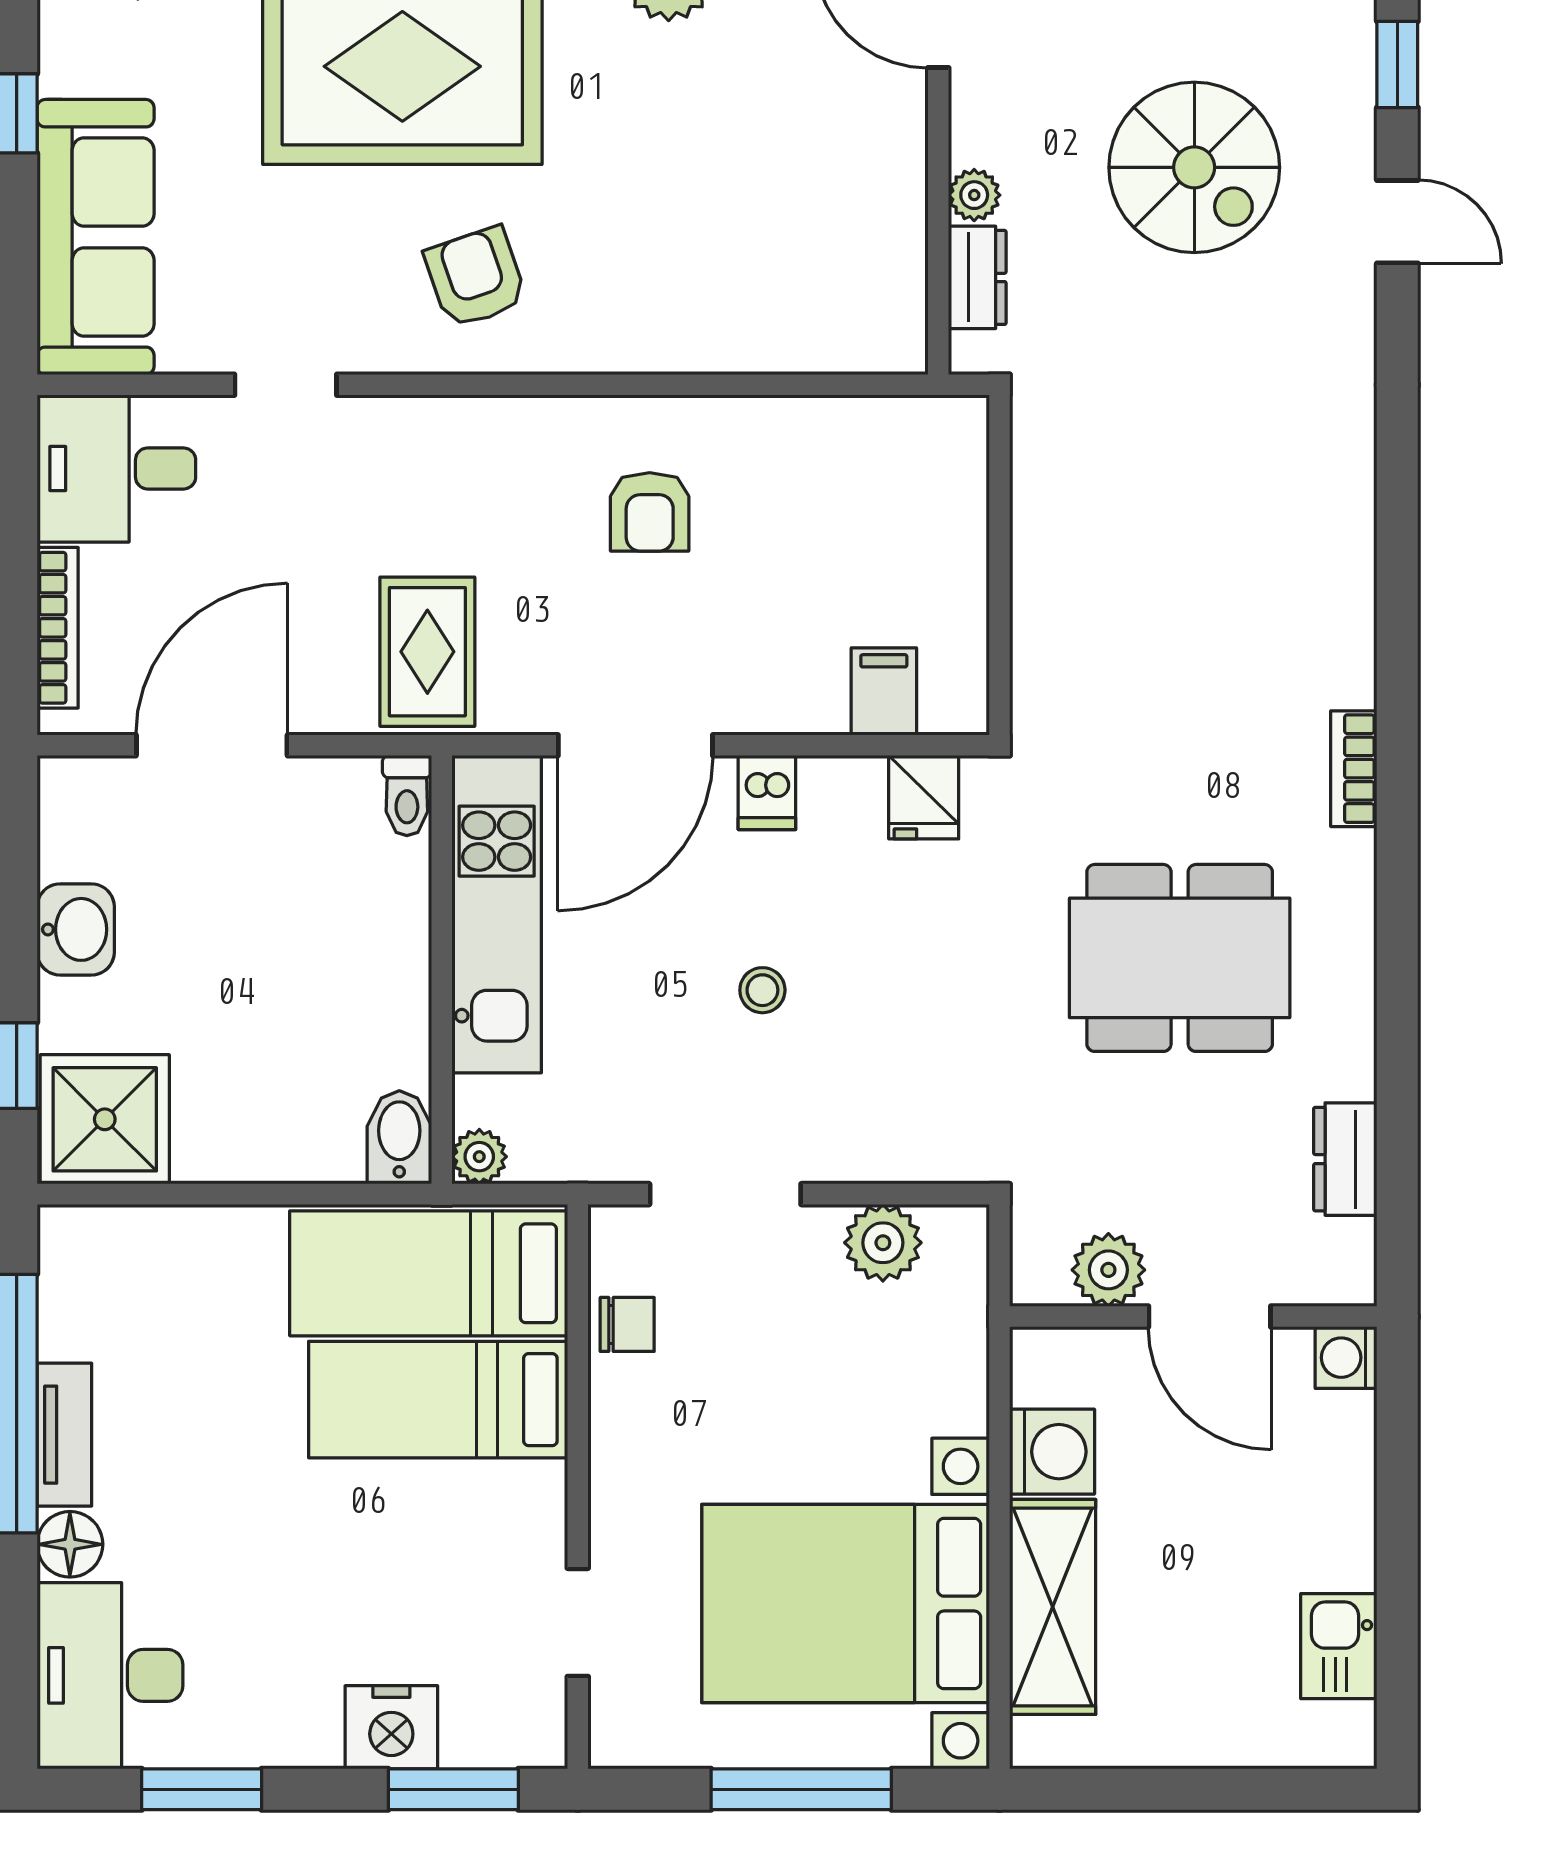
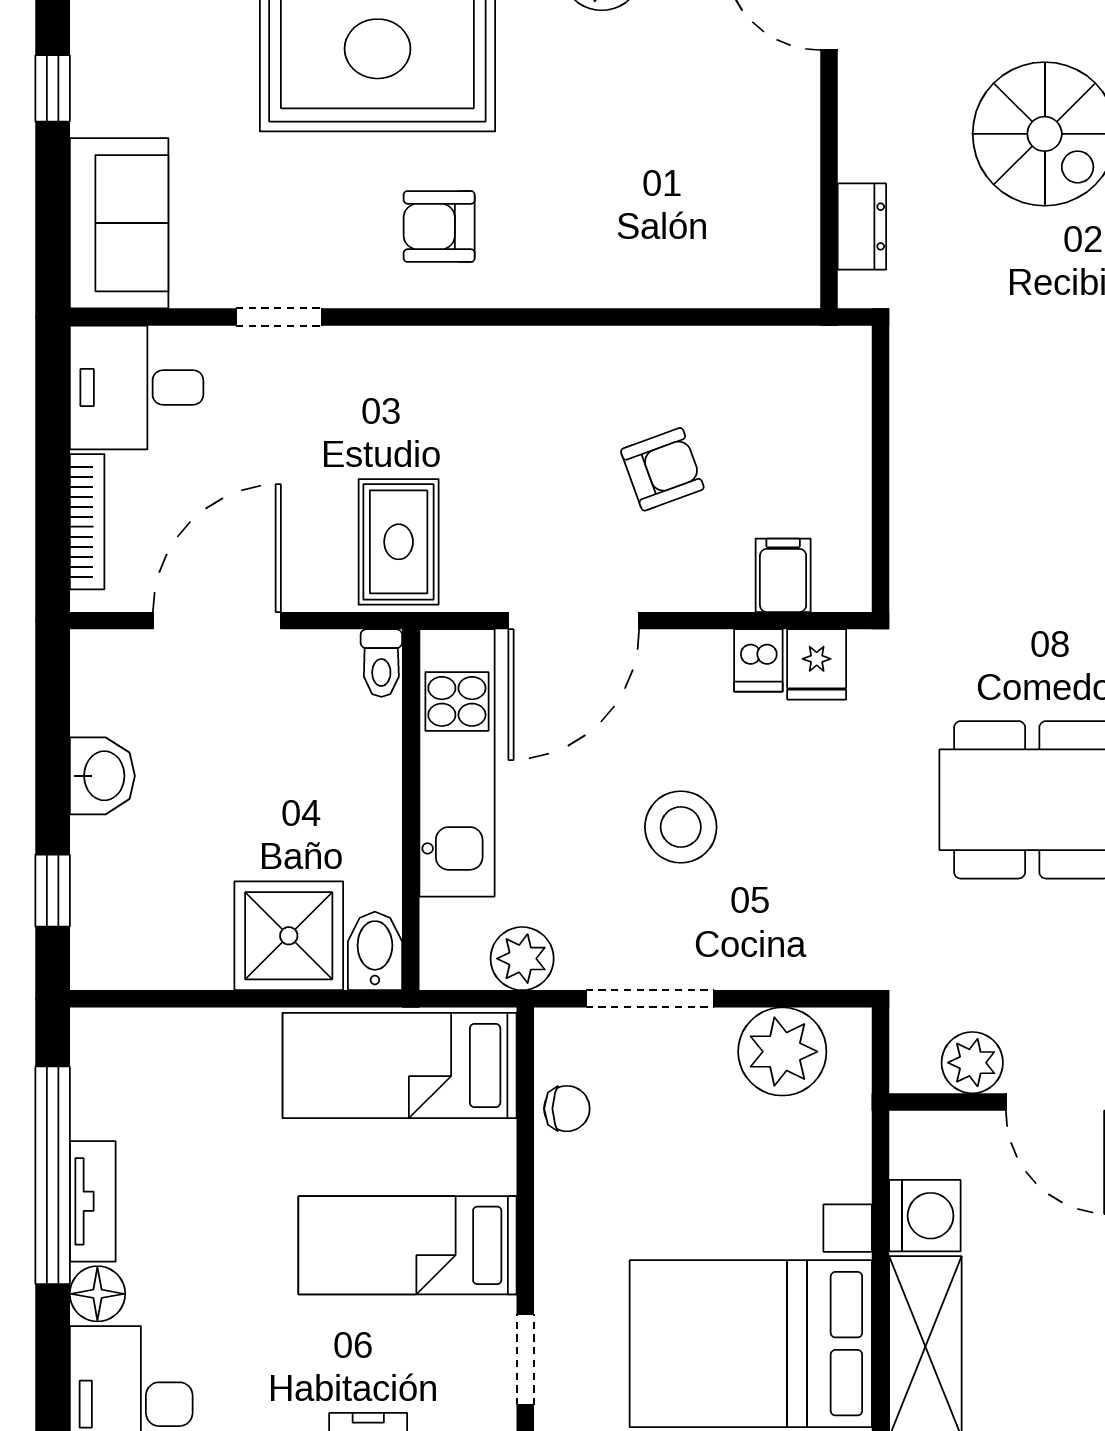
plant: (974, 195) -> (859, 157), removed
sofa: (96, 237) -> (119, 223), width x0.73
armchair: (476, 277) -> (439, 227), turned -71
armchair: (650, 512) -> (662, 469), moved, turned -110
dishwasher: (767, 792) -> (758, 660), moved
stool: (762, 990) -> (681, 827), width x1.89, depth x1.89
shower: (105, 1119) -> (289, 936), moved
plant: (479, 1157) -> (522, 959), moved, width x1.38, depth x1.38
plant: (883, 1243) -> (782, 1052), width x1.36, depth x1.36
bed: (438, 1400) -> (408, 1245), moved

